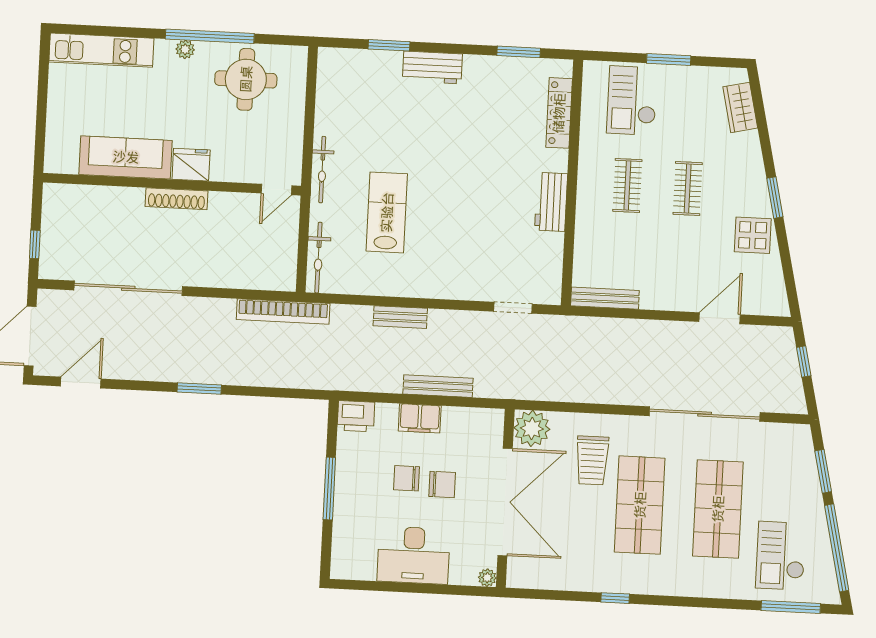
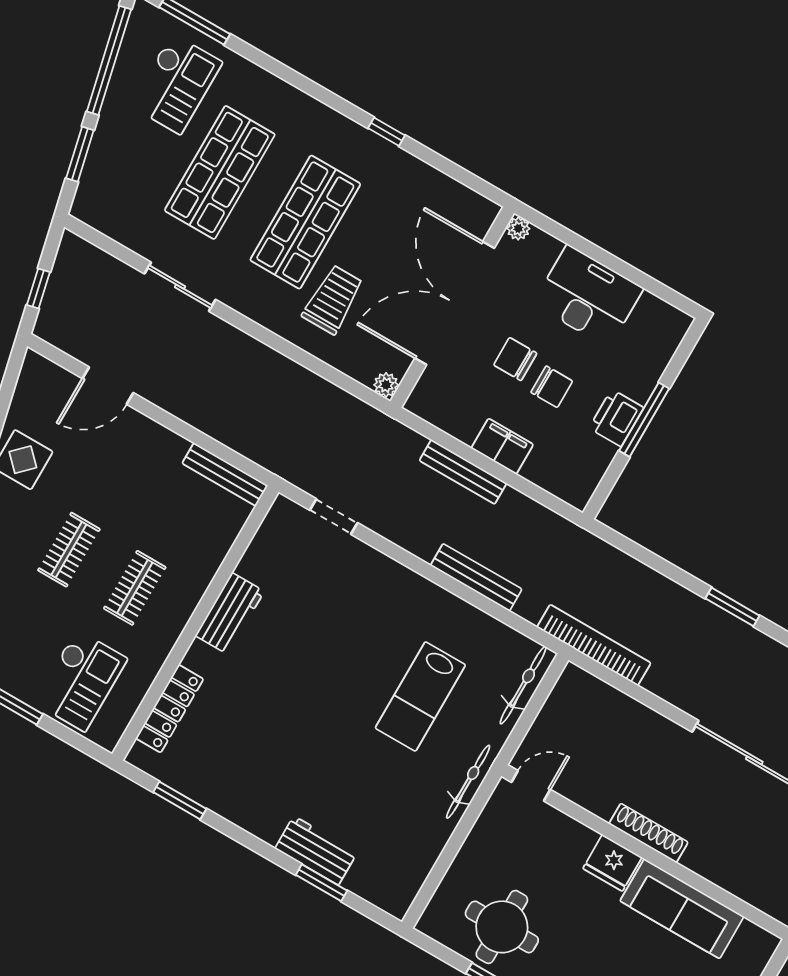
workbench: (432, 67) -> (316, 850), moved
bench: (400, 317) -> (476, 577), width x1.36
sliding door: (705, 414) -> (180, 287), width x0.54
printer: (356, 416) -> (616, 418), moved, turned -90
plant: (532, 428) -> (386, 385), width x0.53, depth x0.53

